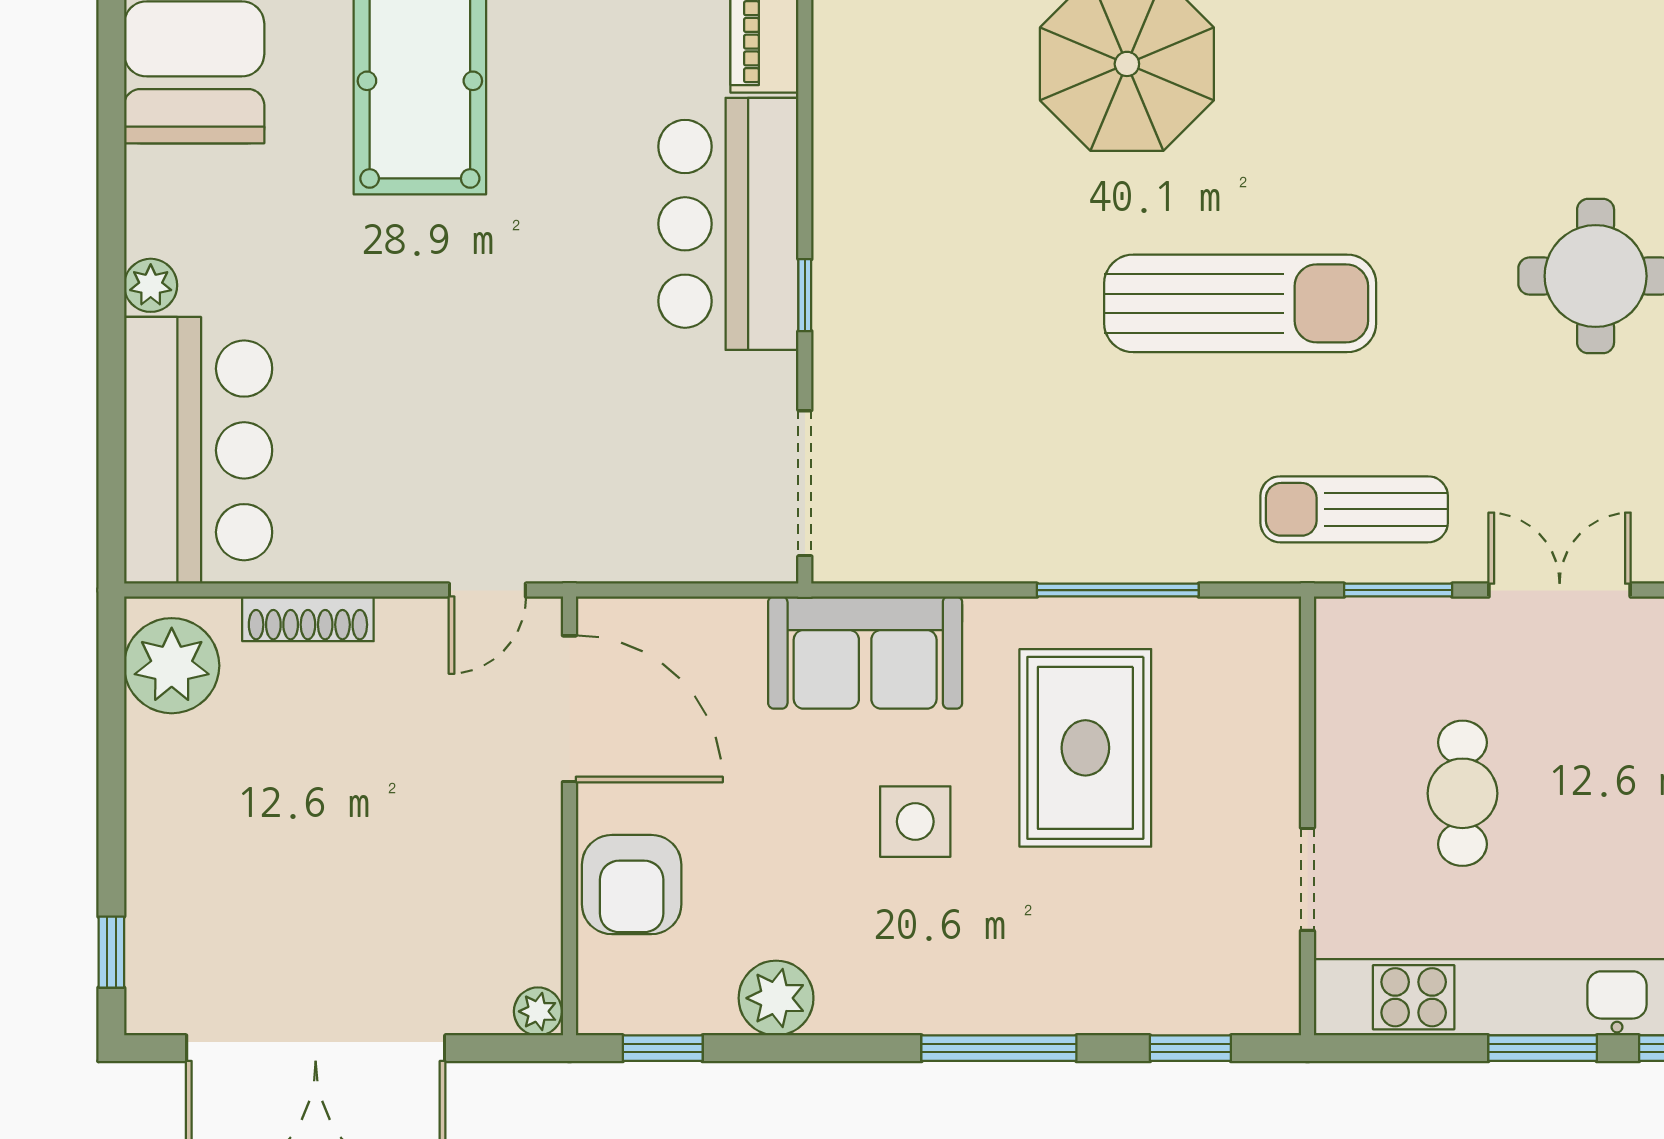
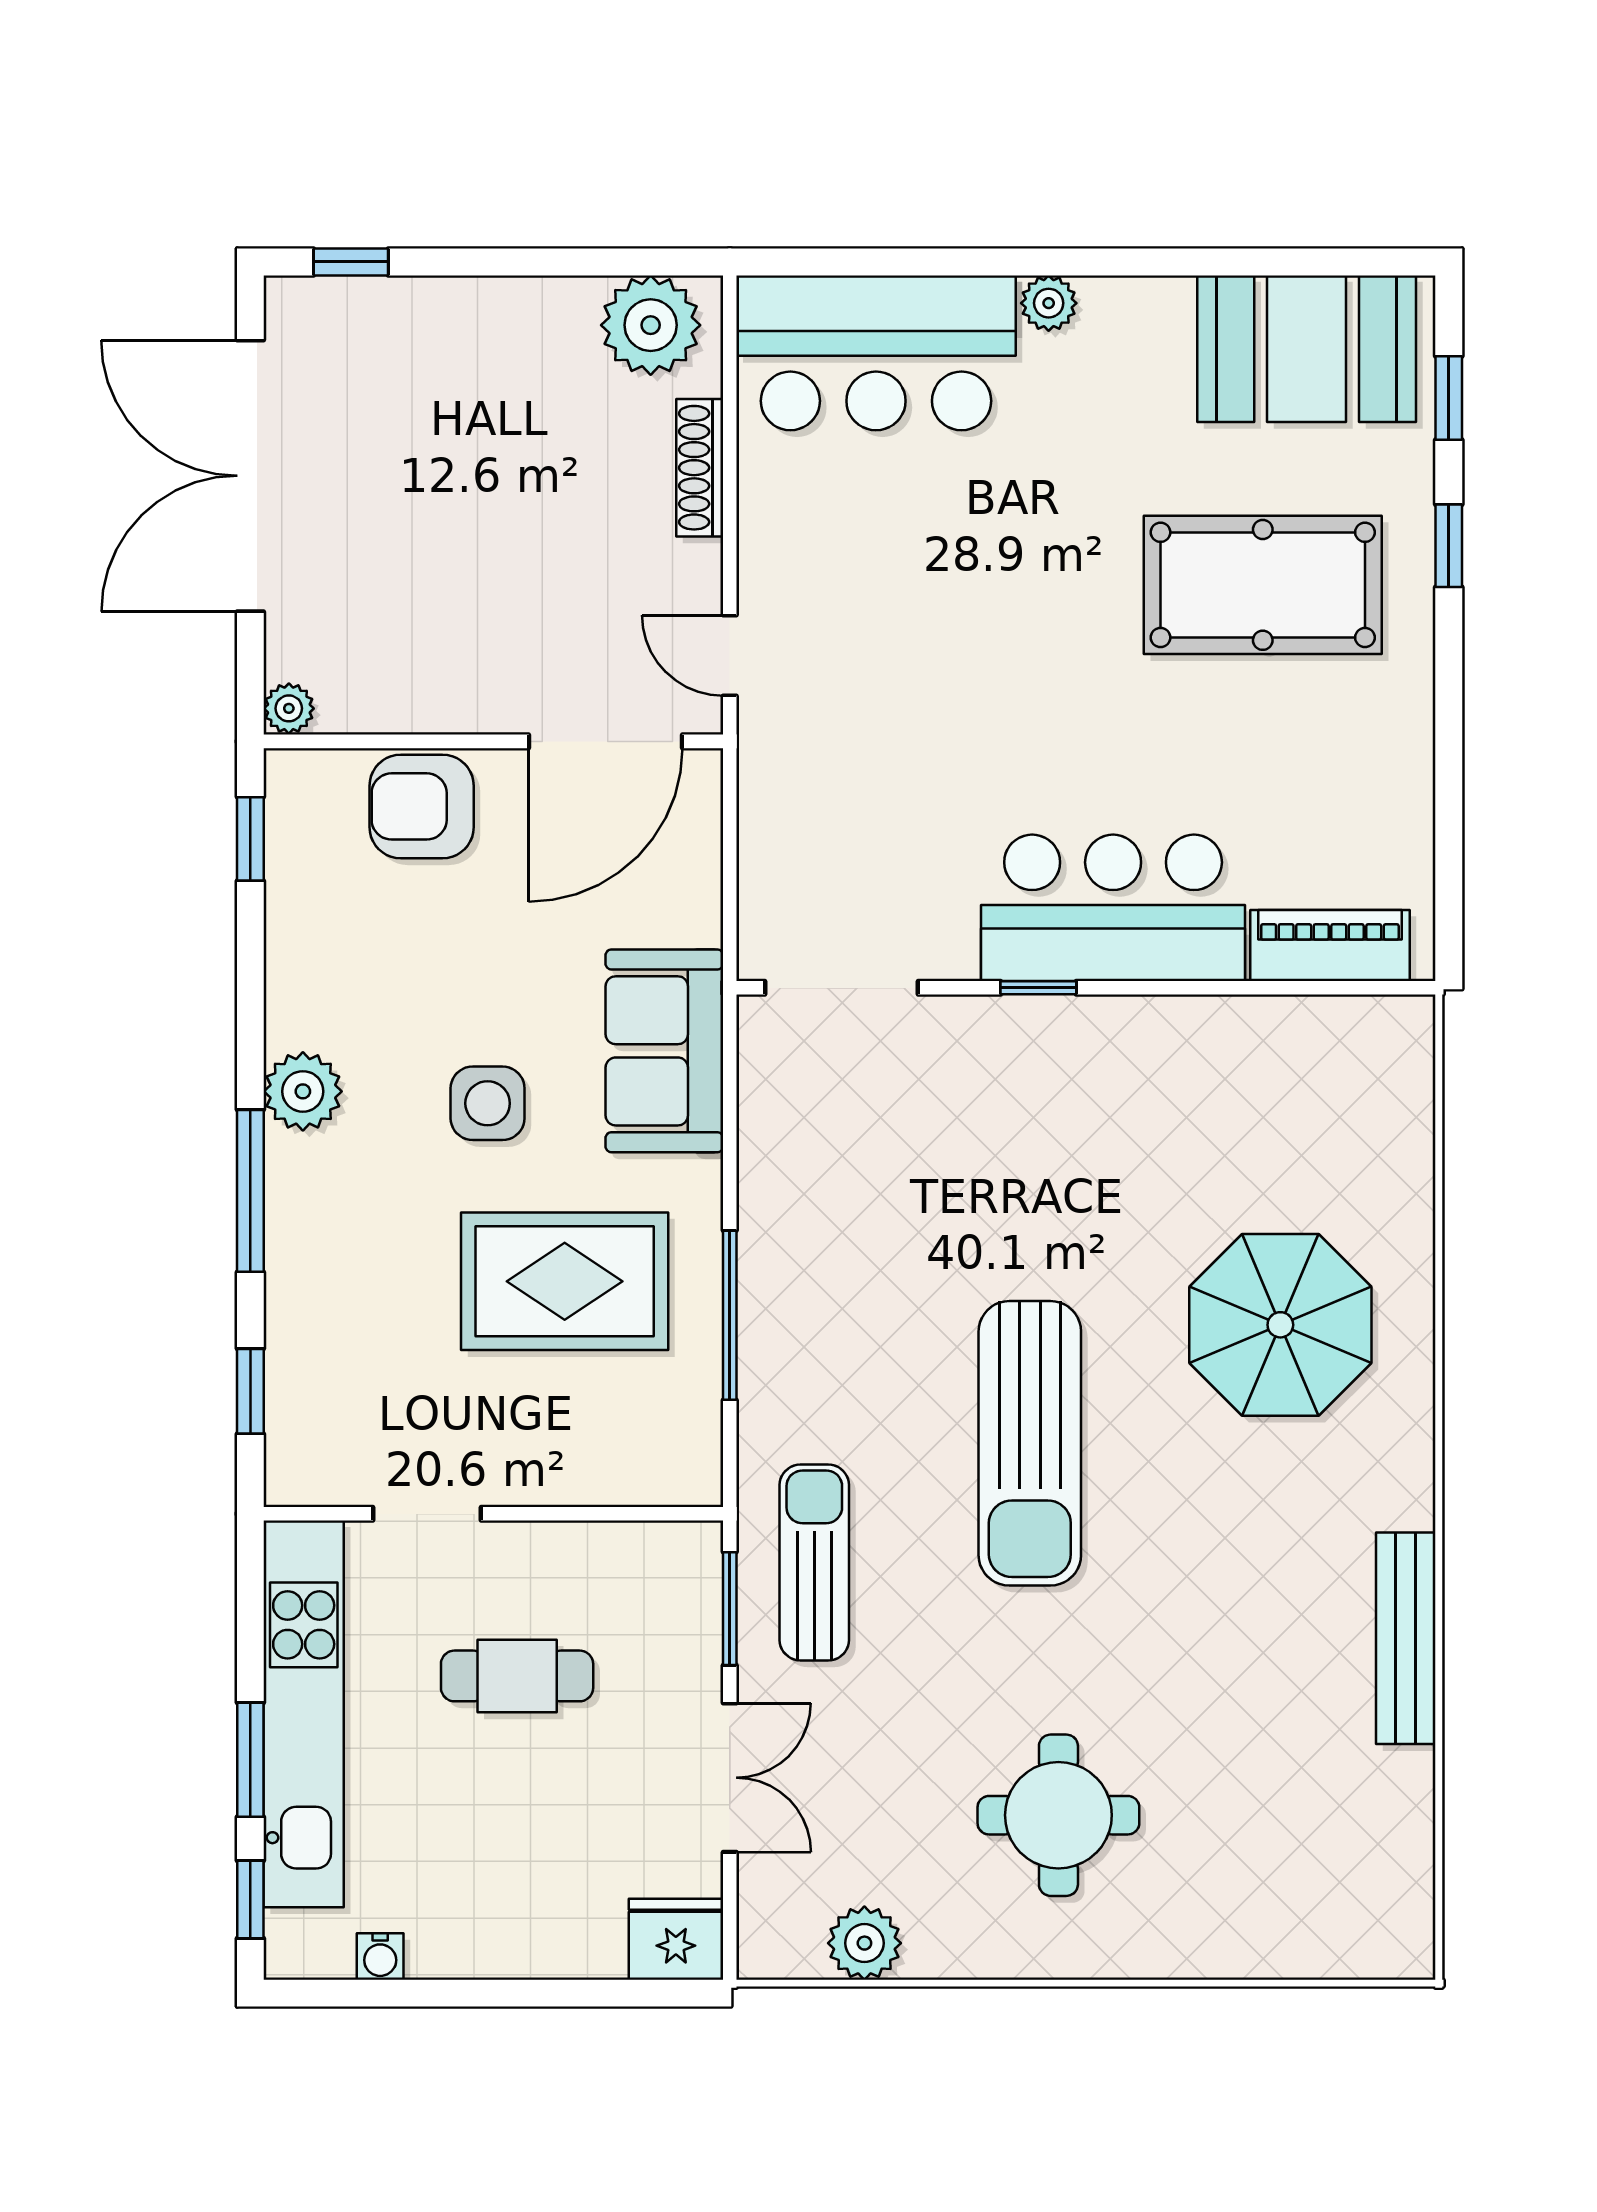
plant: (776, 998) -> (303, 1091), moved

